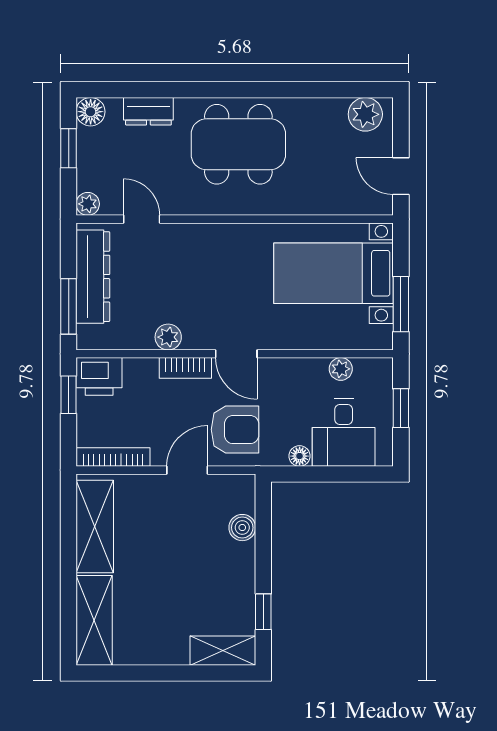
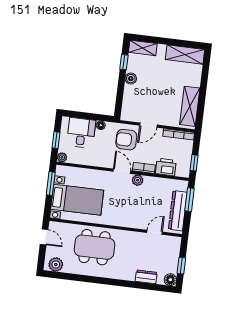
dining table: (238, 144) -> (95, 247), moved
plant: (88, 204) -> (176, 241), removed
door: (142, 219) -> (155, 232), swing flipped
plant: (168, 337) -> (138, 180), moved
plant: (341, 369) -> (62, 157), moved
printer: (99, 376) -> (166, 167), moved
boiler: (242, 528) -> (131, 79), moved
shelving: (94, 620) -> (185, 55), moved, turned 90

